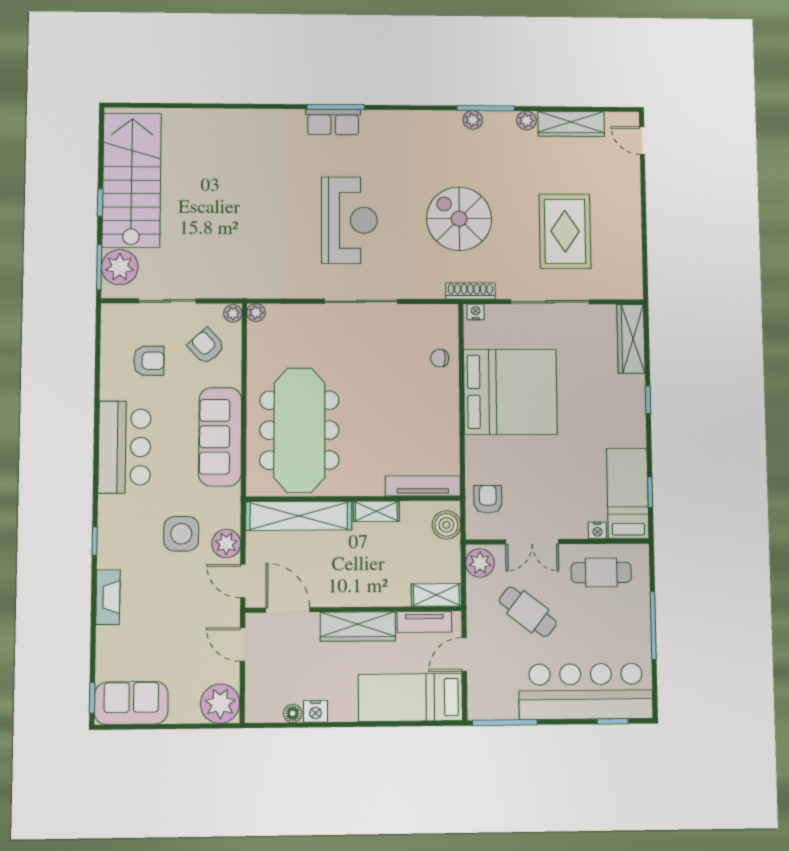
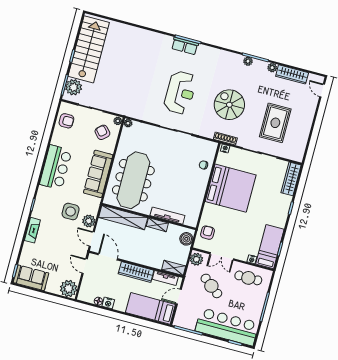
armchair: (149, 361) -> (66, 121), moved
tv unit: (423, 486) -> (167, 216), moved

